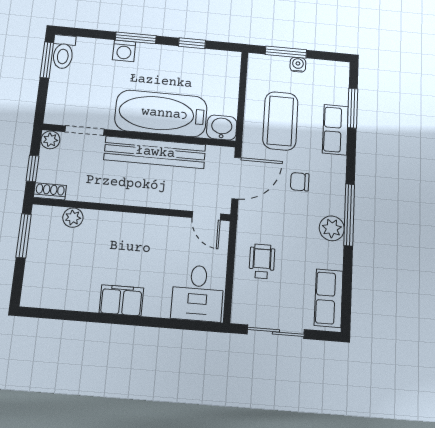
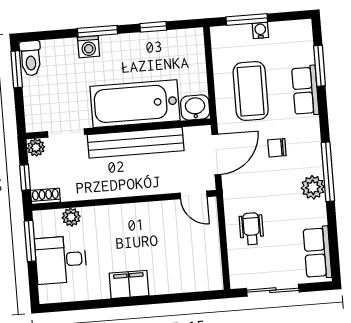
desk: (198, 293) -> (61, 260), moved, turned 90

